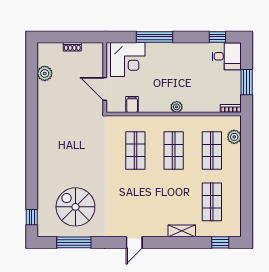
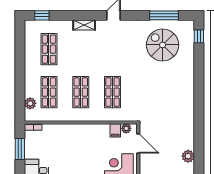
plant: (177, 107) -> (126, 128), moved
spiral stairs: (75, 207) -> (163, 45), turned 180
shelving: (182, 231) -> (84, 25), moved

